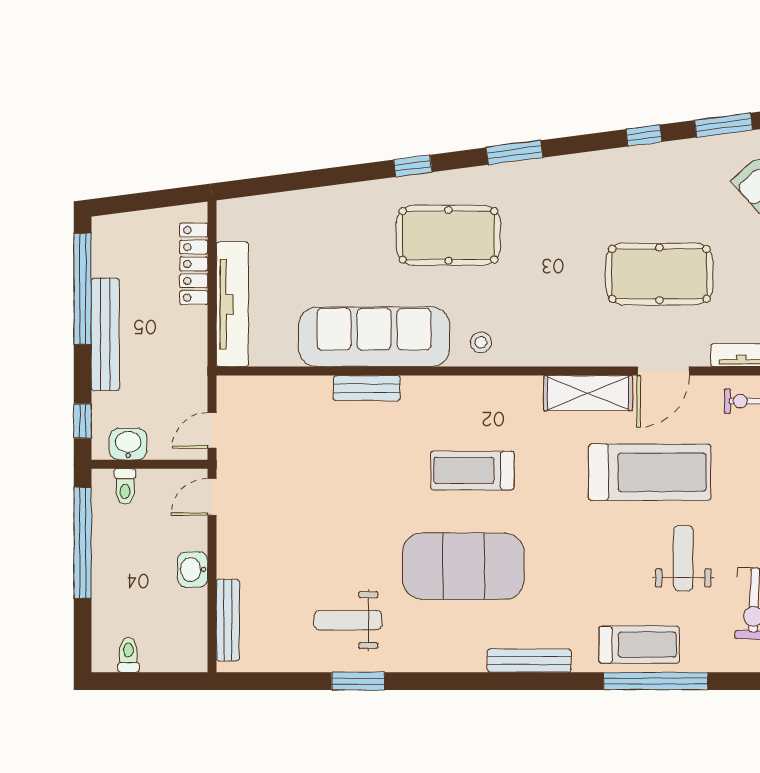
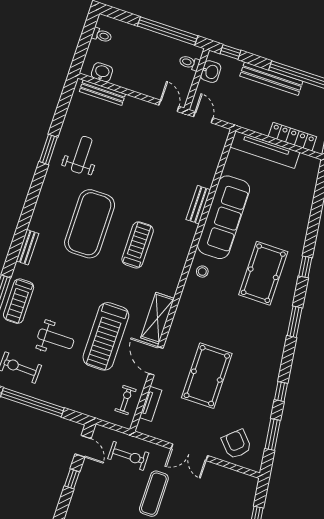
washbasin: (193, 570) -> (102, 72), moved
bench: (529, 661) -> (27, 247), width x0.73

